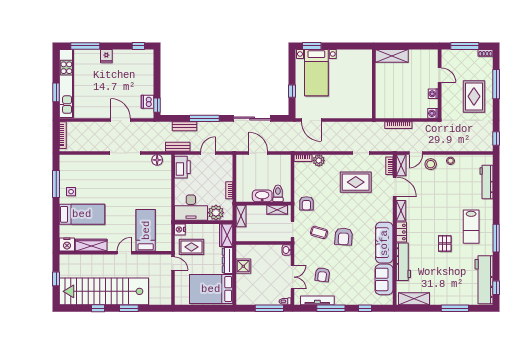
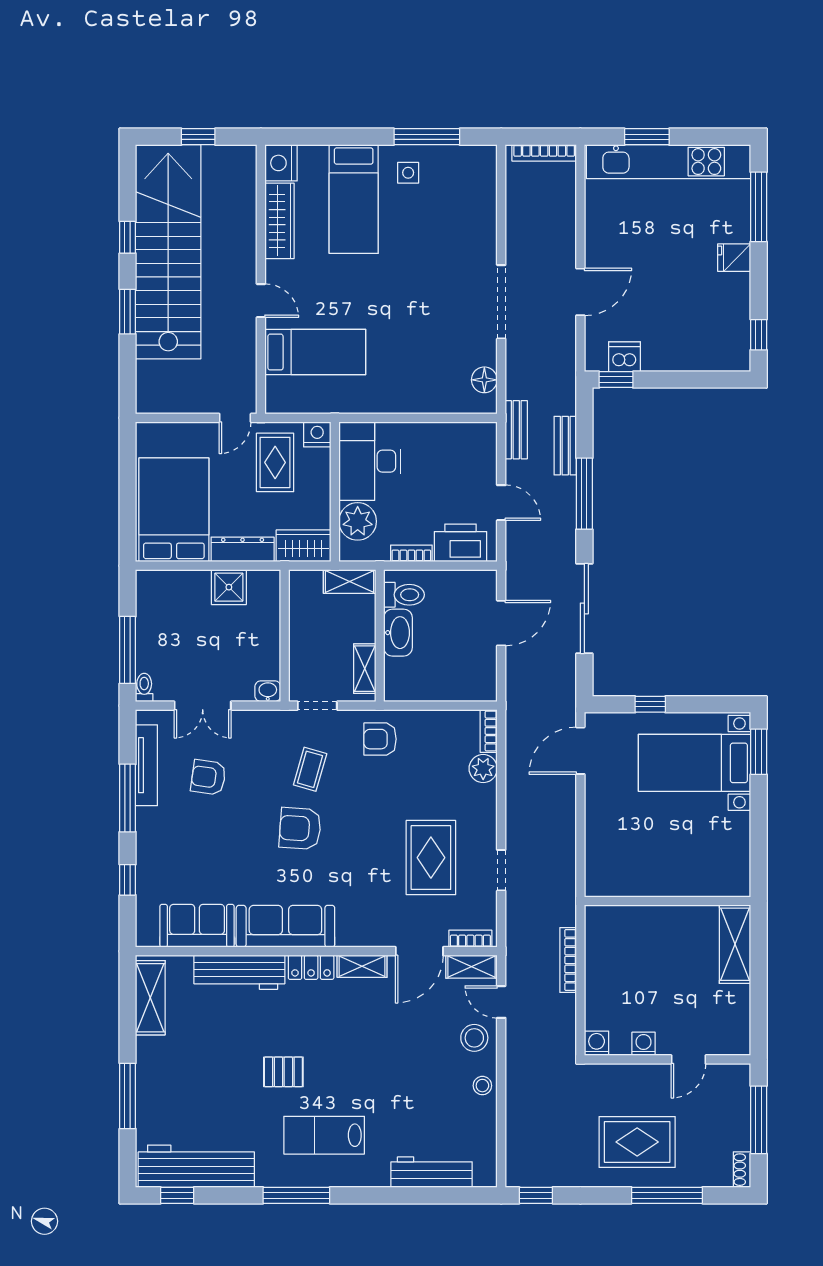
printer: (182, 167) -> (461, 543), moved, turned 180
toilet: (278, 193) -> (404, 595), moved

